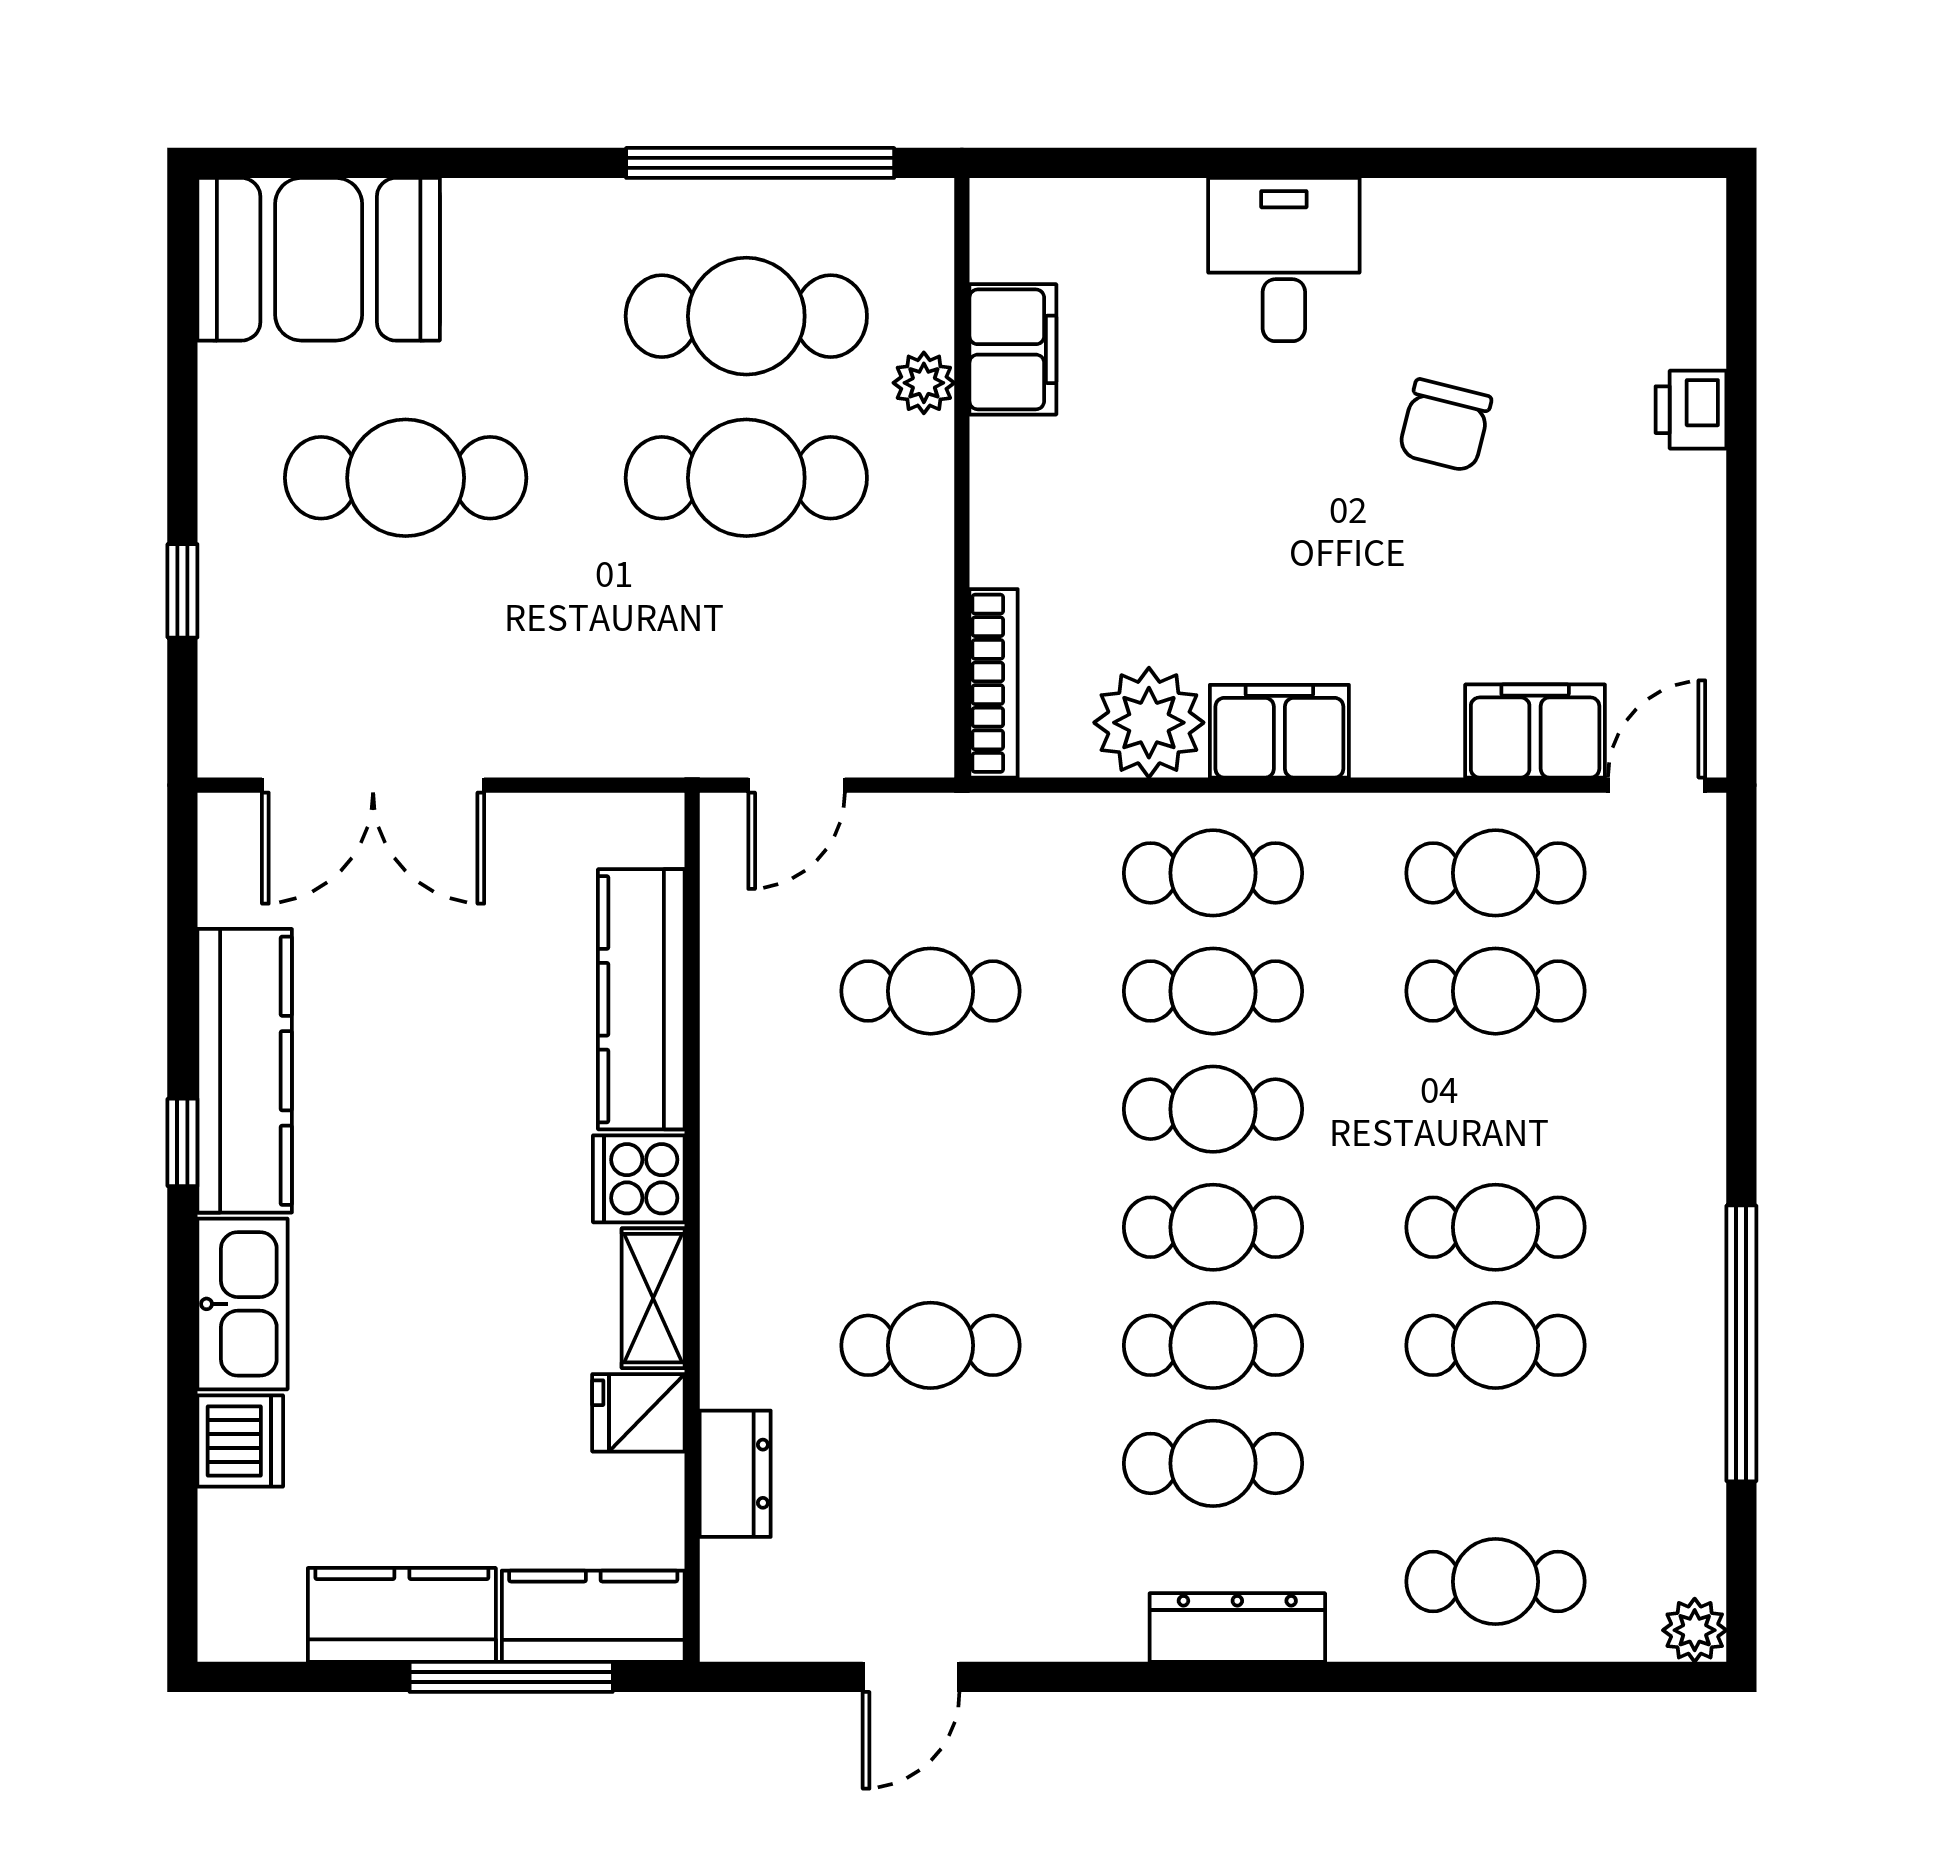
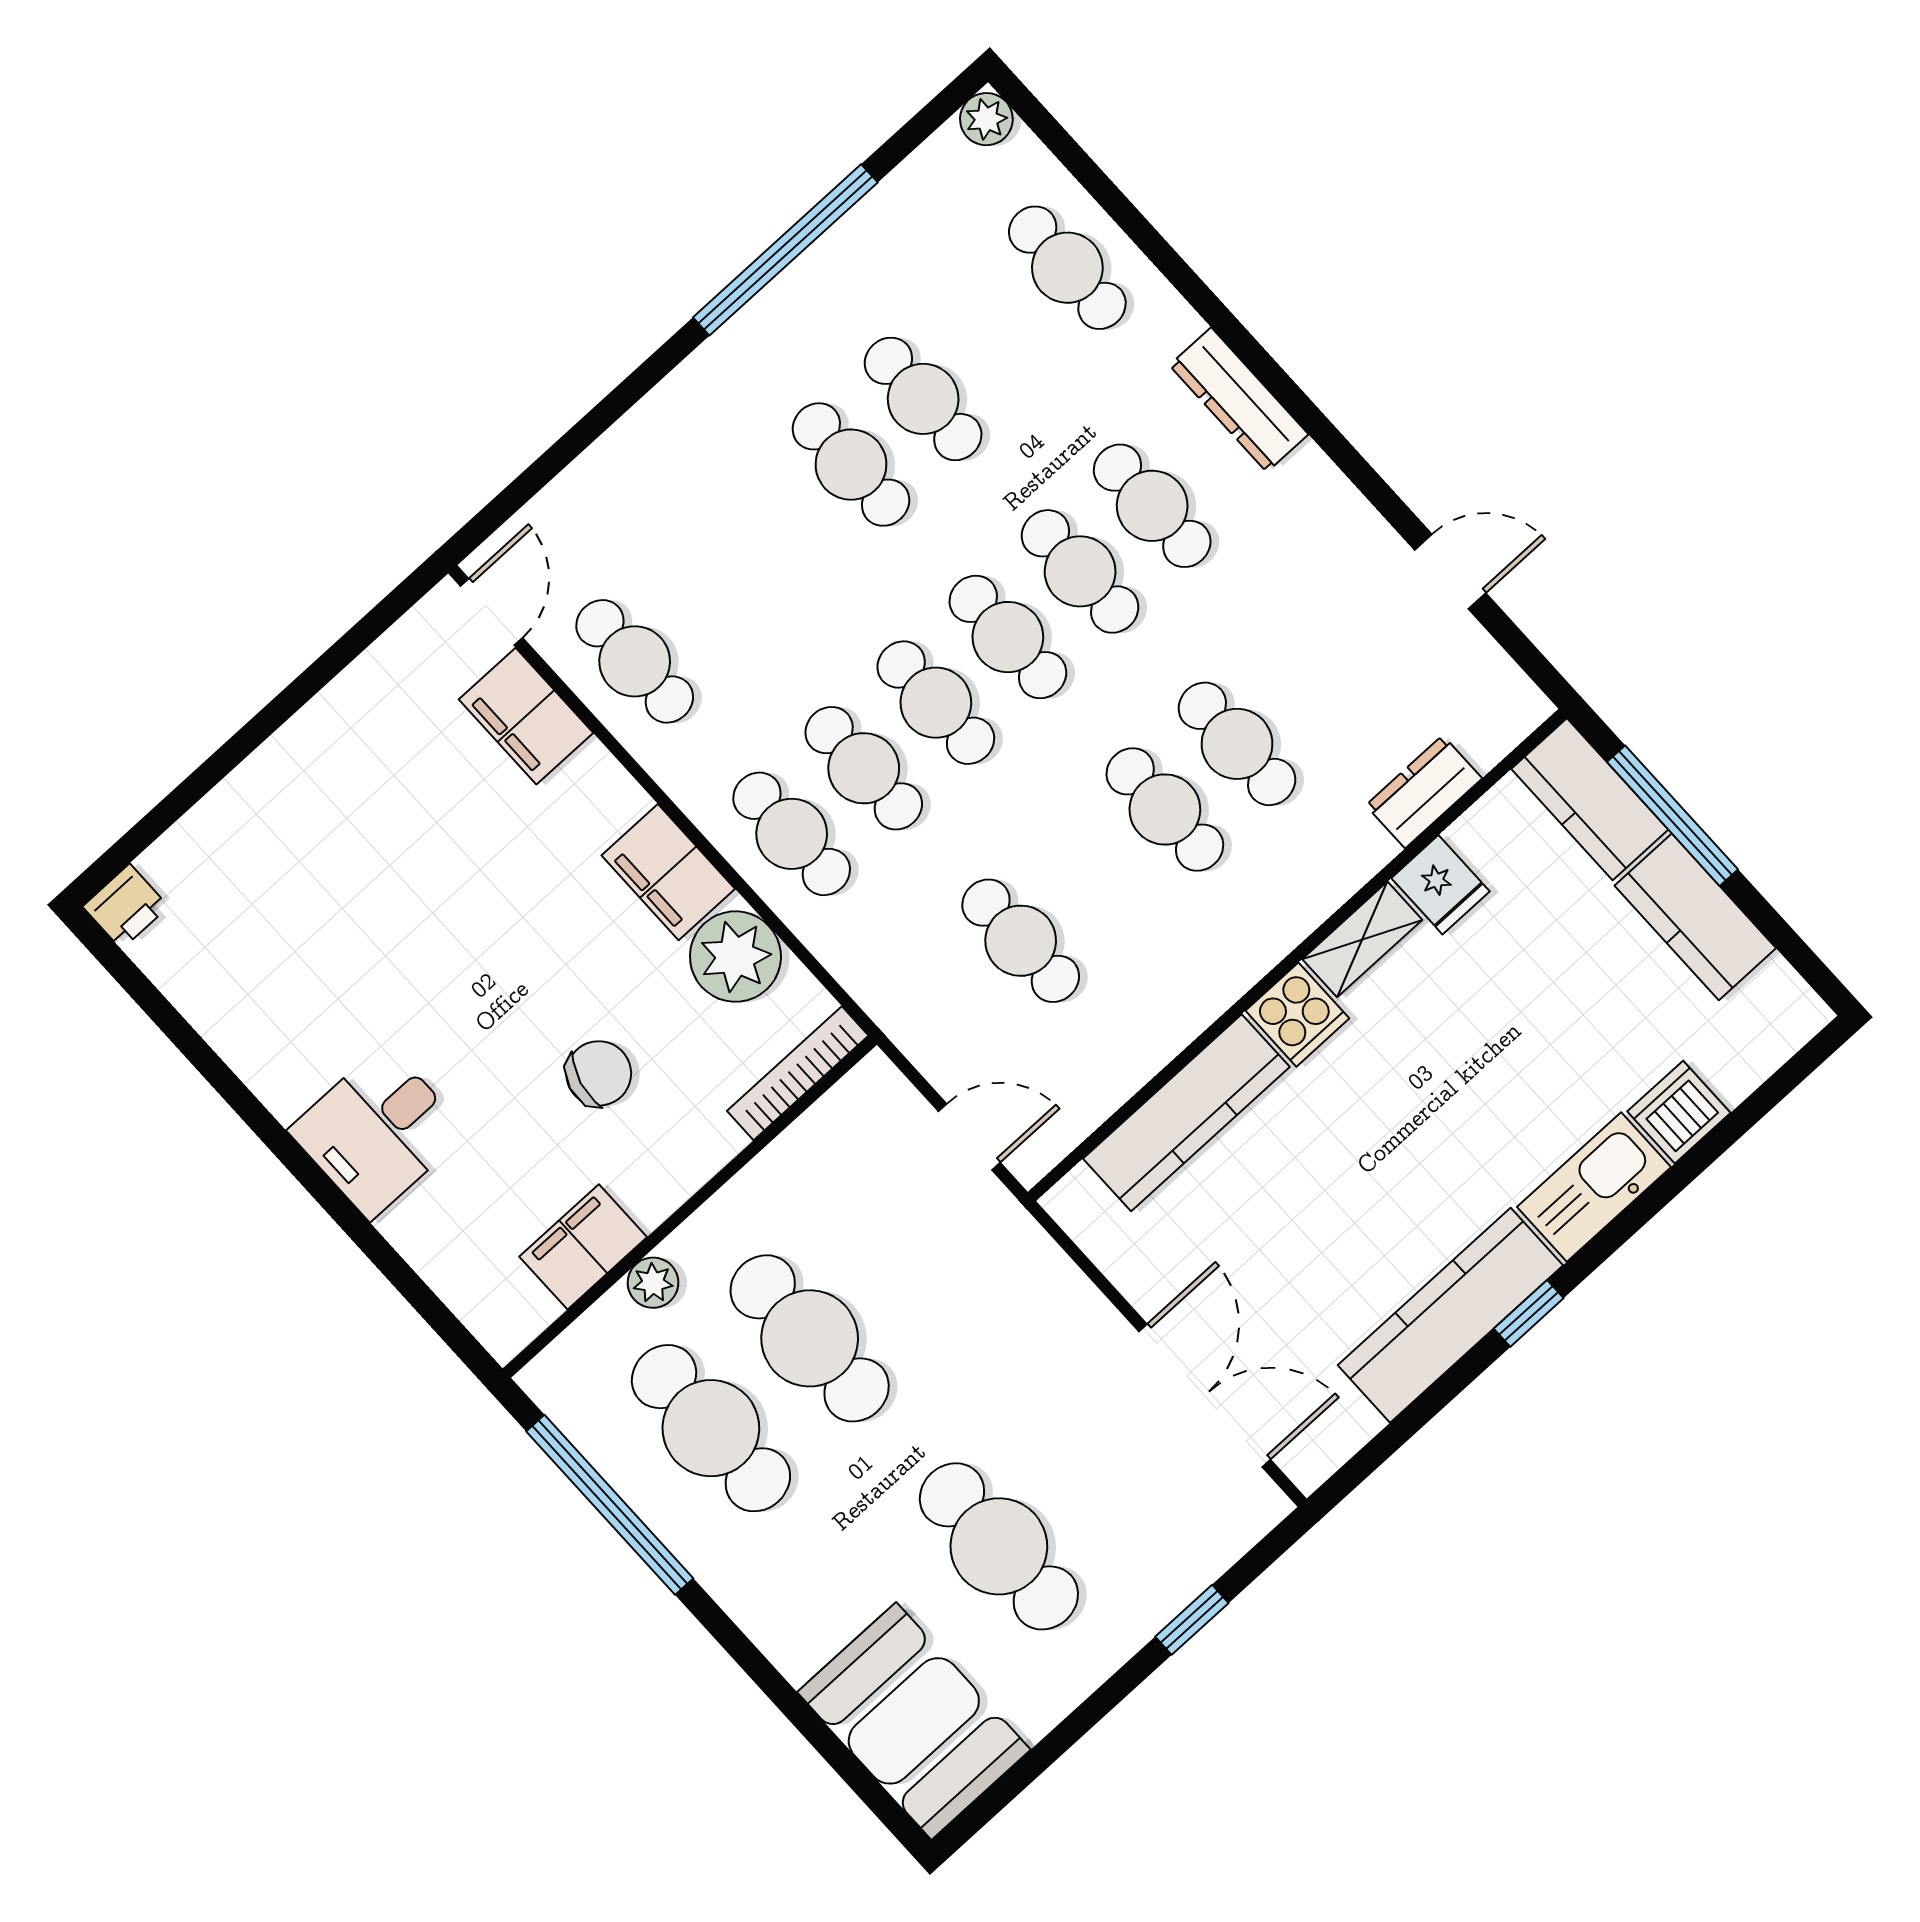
printer: (1691, 410) -> (126, 906), moved
chair: (1445, 425) -> (599, 1073), moved
door: (1657, 785) -> (492, 612), swing flipped
cafe table: (1496, 991) -> (1165, 810), moved

